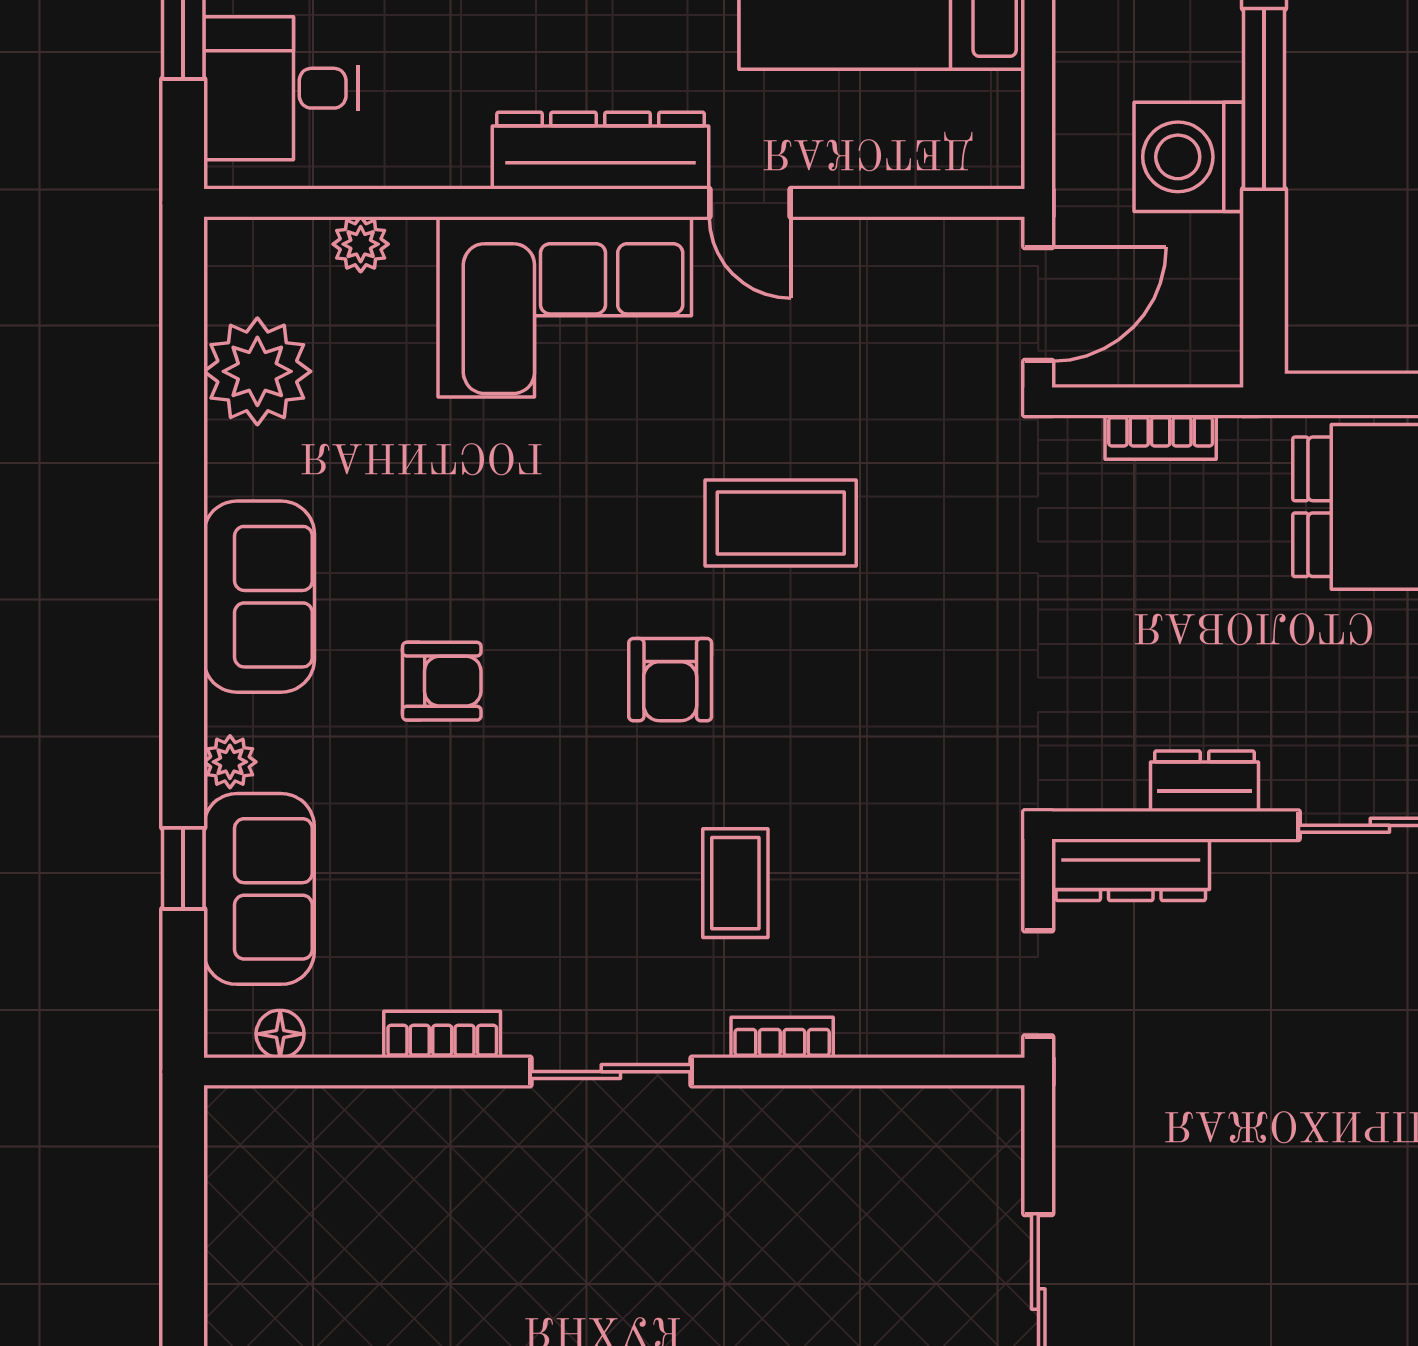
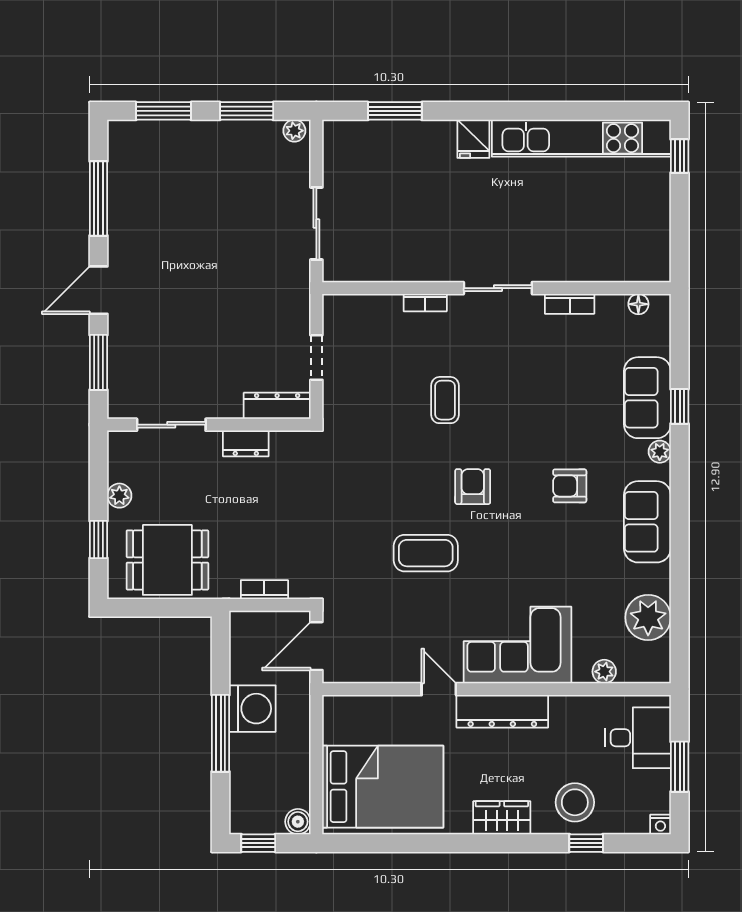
floor lamp: (280, 1034) -> (638, 304), moved
bookcase: (442, 1035) -> (570, 304), moved
bookcase: (782, 1037) -> (425, 303), moved
sliding door: (611, 1072) -> (498, 288), moved
wall: (614, 1072) -> (497, 288), moved

